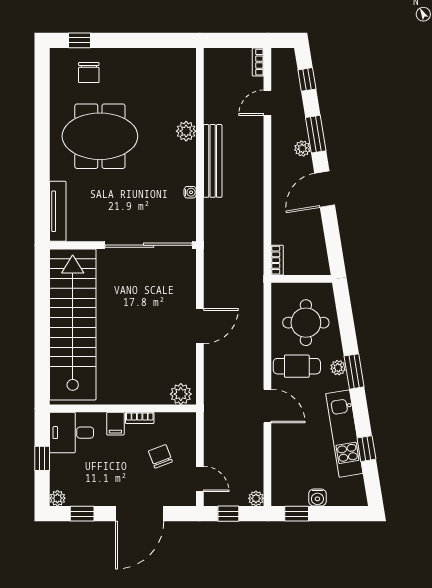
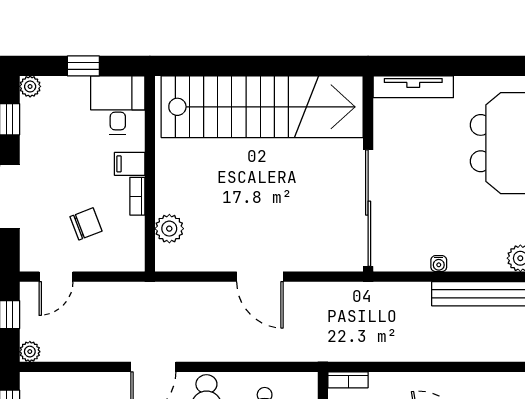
plant: (181, 394) -> (169, 229), moved

